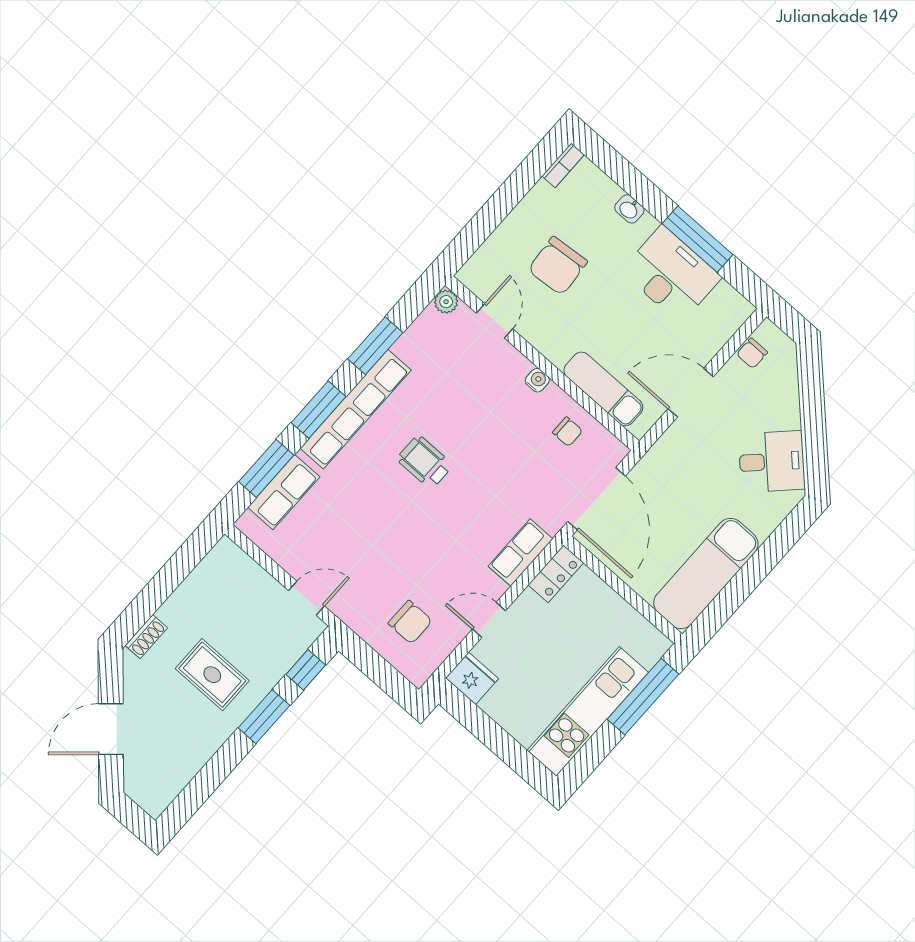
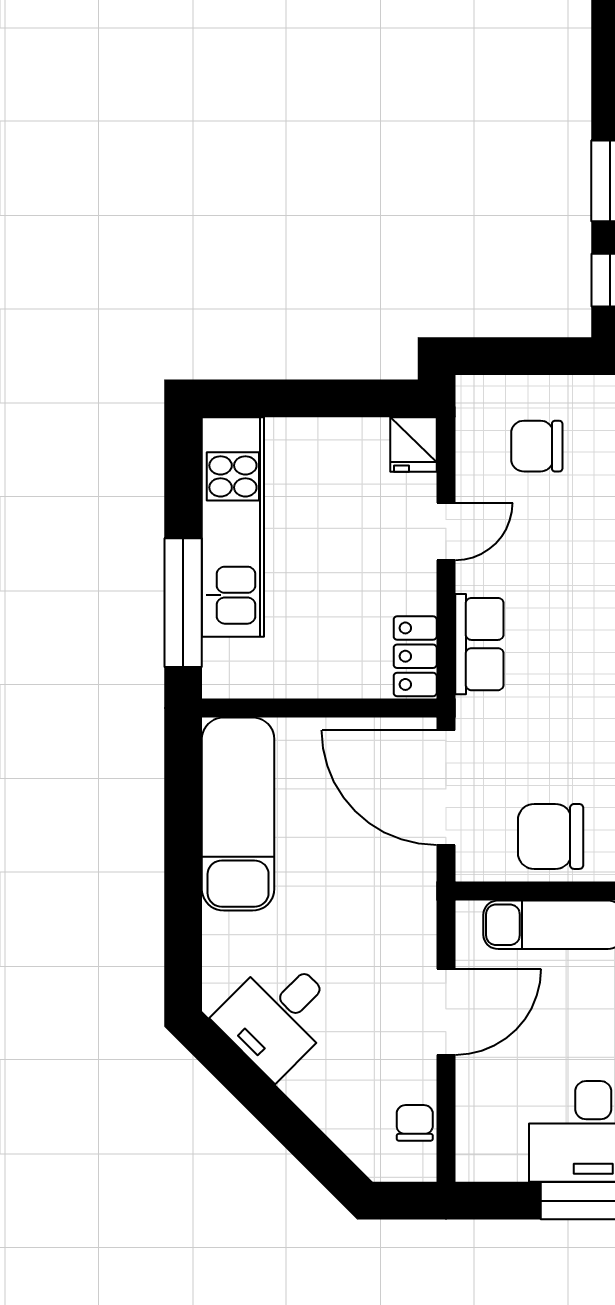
chair: (568, 432) -> (551, 836), width x1.87, depth x1.87
fridge: (472, 678) -> (414, 445), width x0.72

